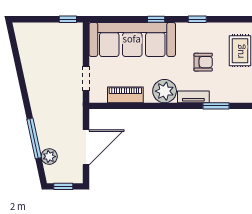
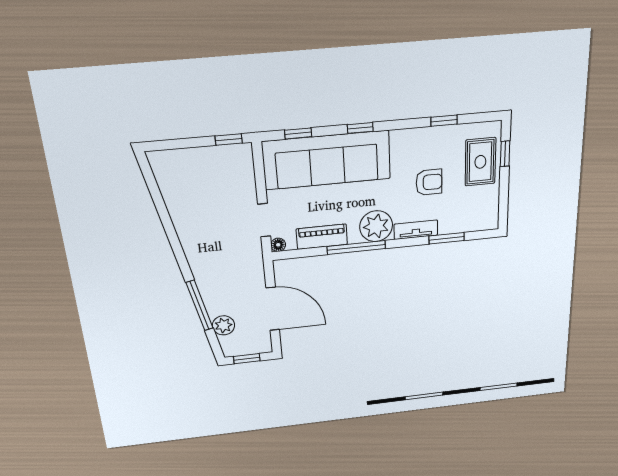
window: (114, 19) -> (298, 133), added
window: (197, 19) -> (444, 121), moved
floor lamp: (94, 98) -> (278, 245), added
window: (150, 106) -> (356, 247), added
door: (86, 147) -> (273, 309), hinge flipped

